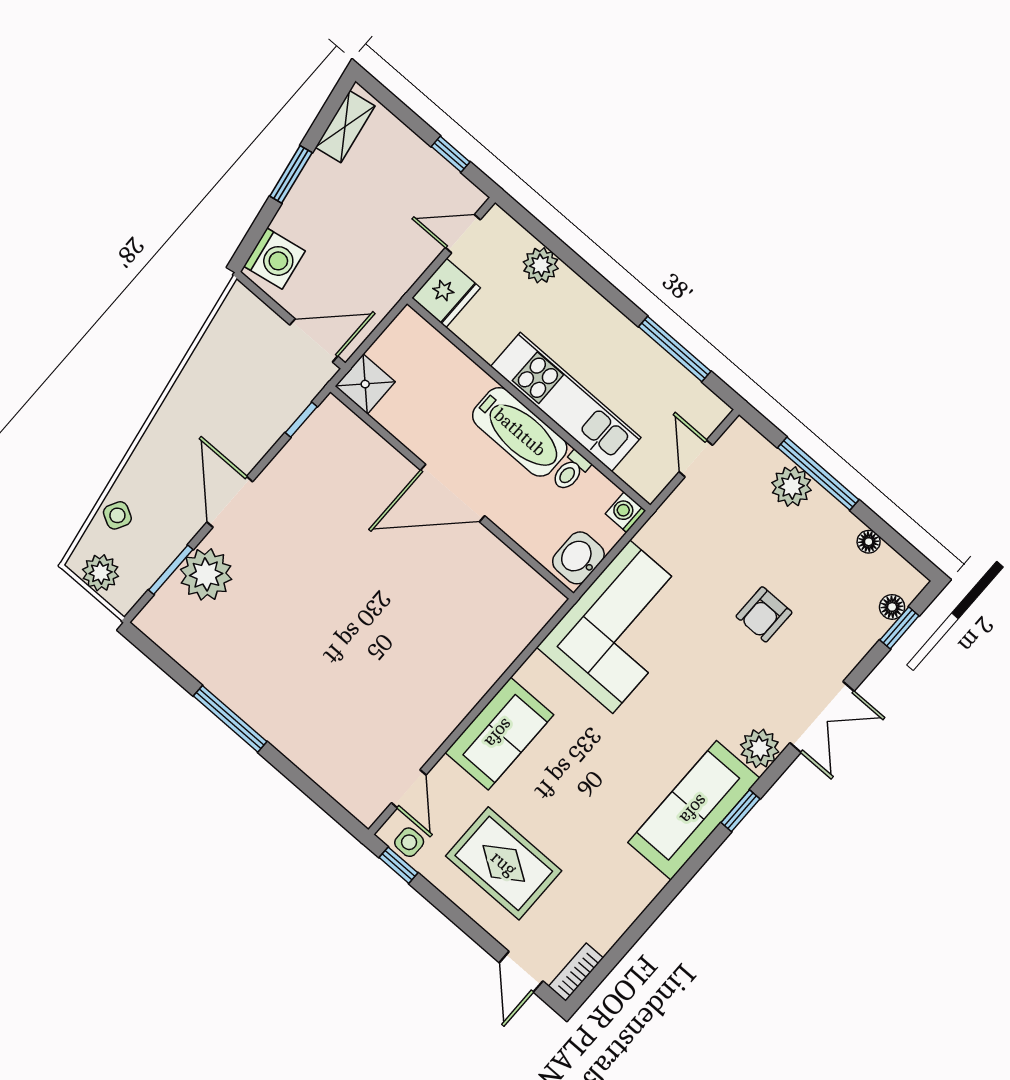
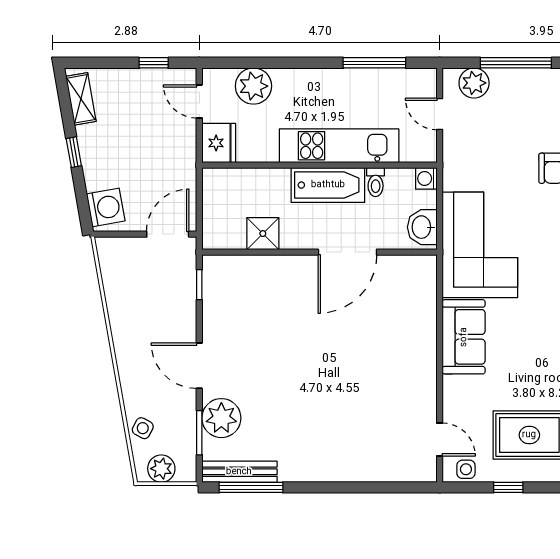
window: (291, 174) -> (74, 152), width x0.67
door: (463, 234) -> (199, 101), hinge flipped
plant: (541, 265) -> (253, 86), width x1.36, depth x1.36
shower: (365, 384) -> (263, 234), moved
plant: (792, 486) -> (474, 83), moved
door: (453, 493) -> (347, 252), moved
bench: (177, 645) -> (239, 472), added
window: (230, 719) -> (251, 487), moved
sofa: (499, 734) -> (464, 337), moved
window: (398, 865) -> (508, 487), moved

